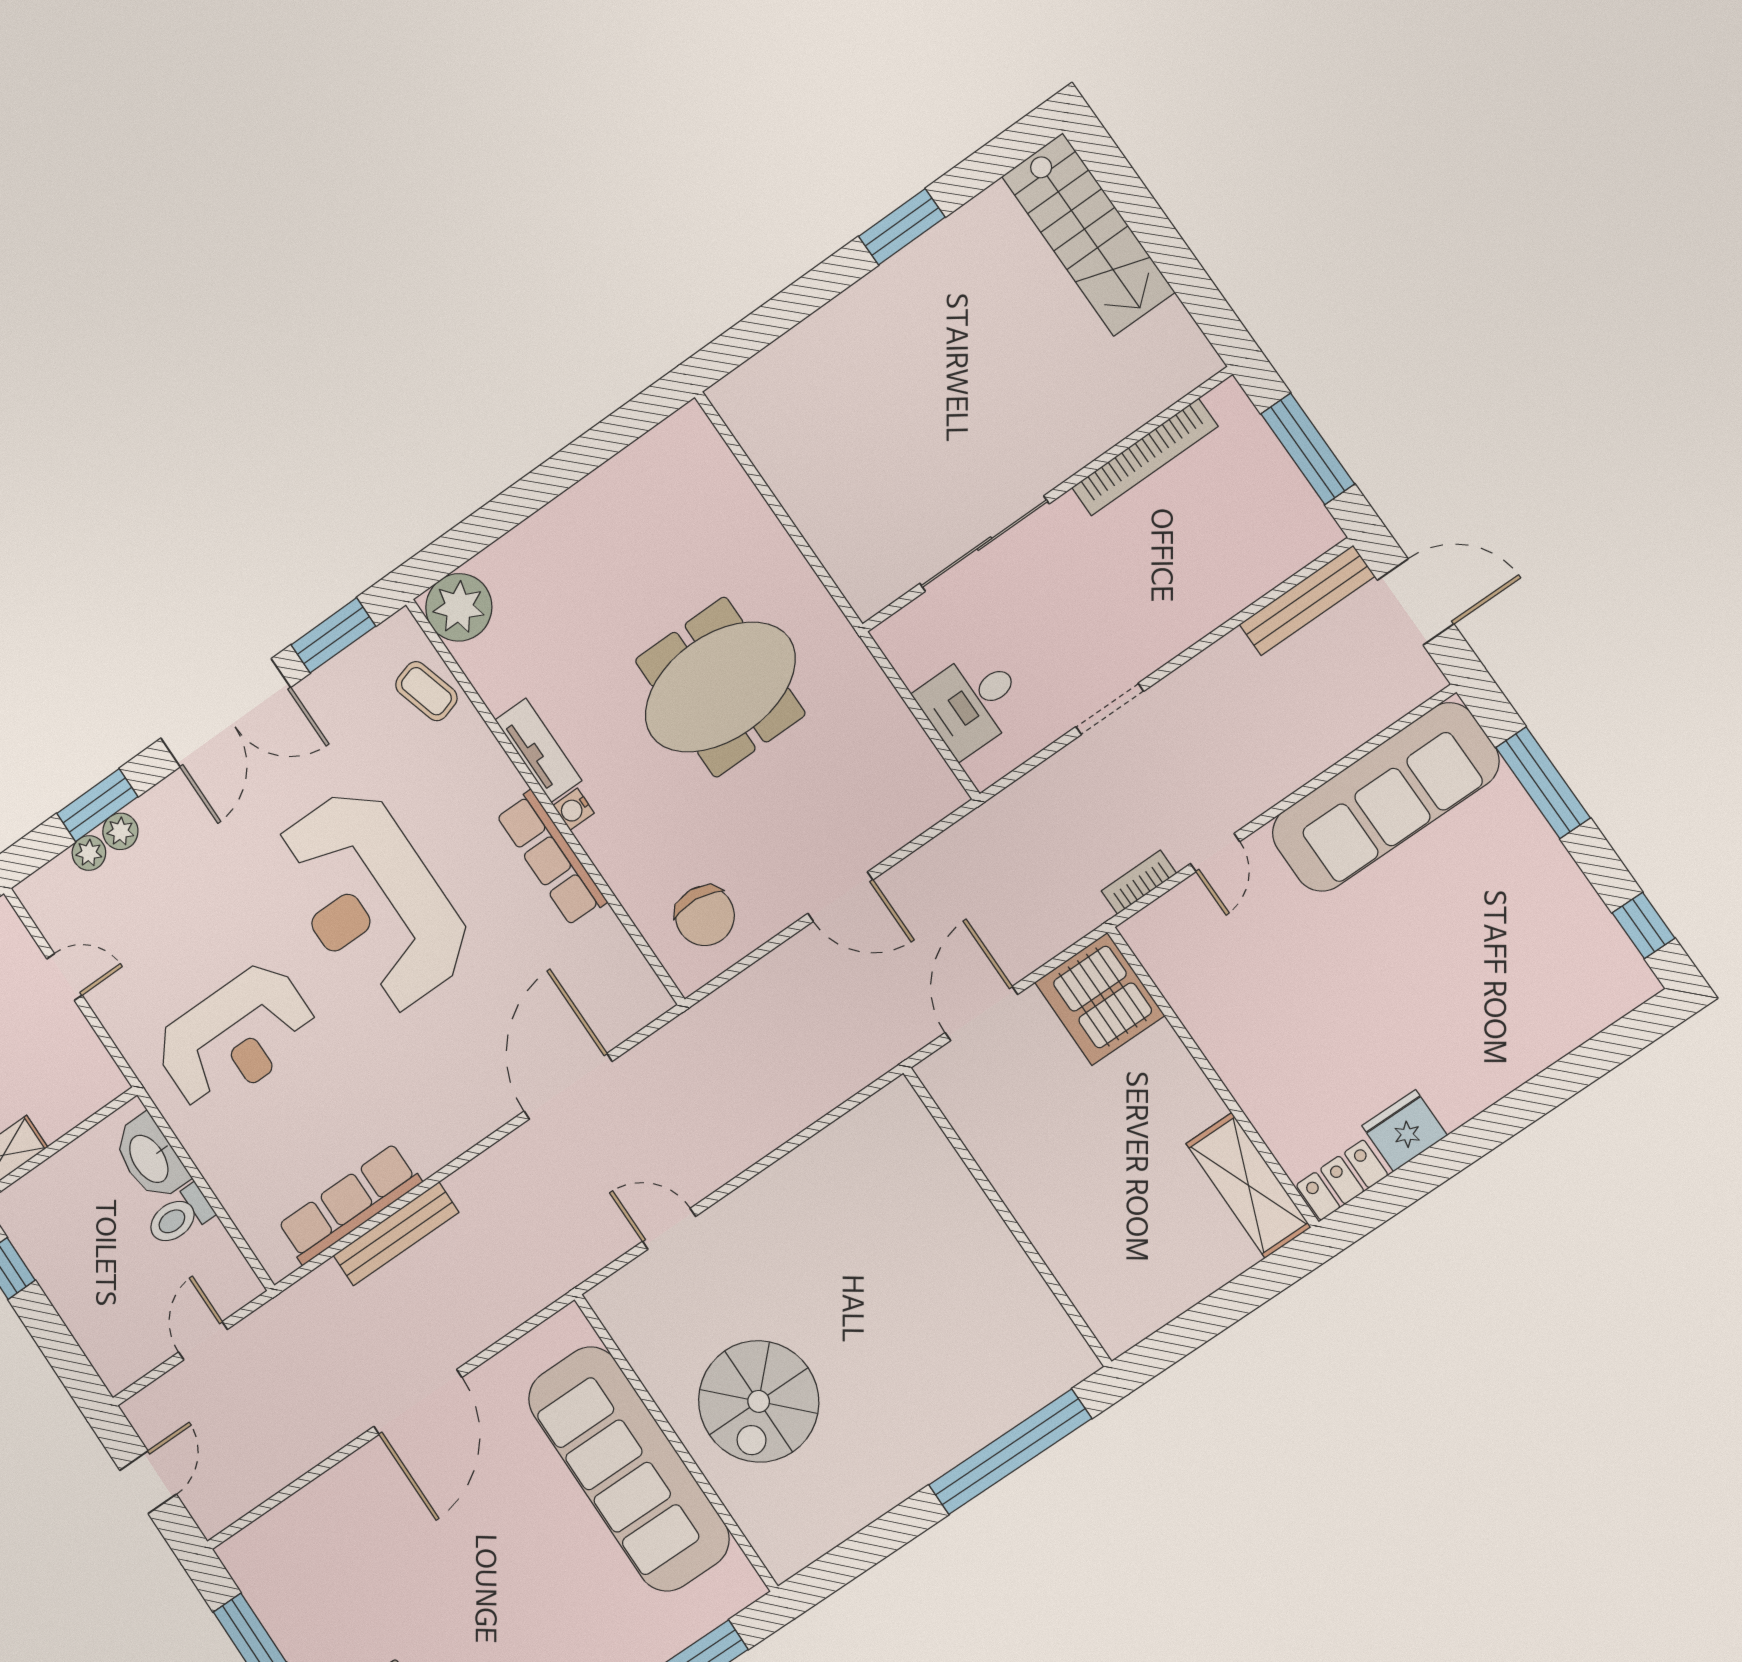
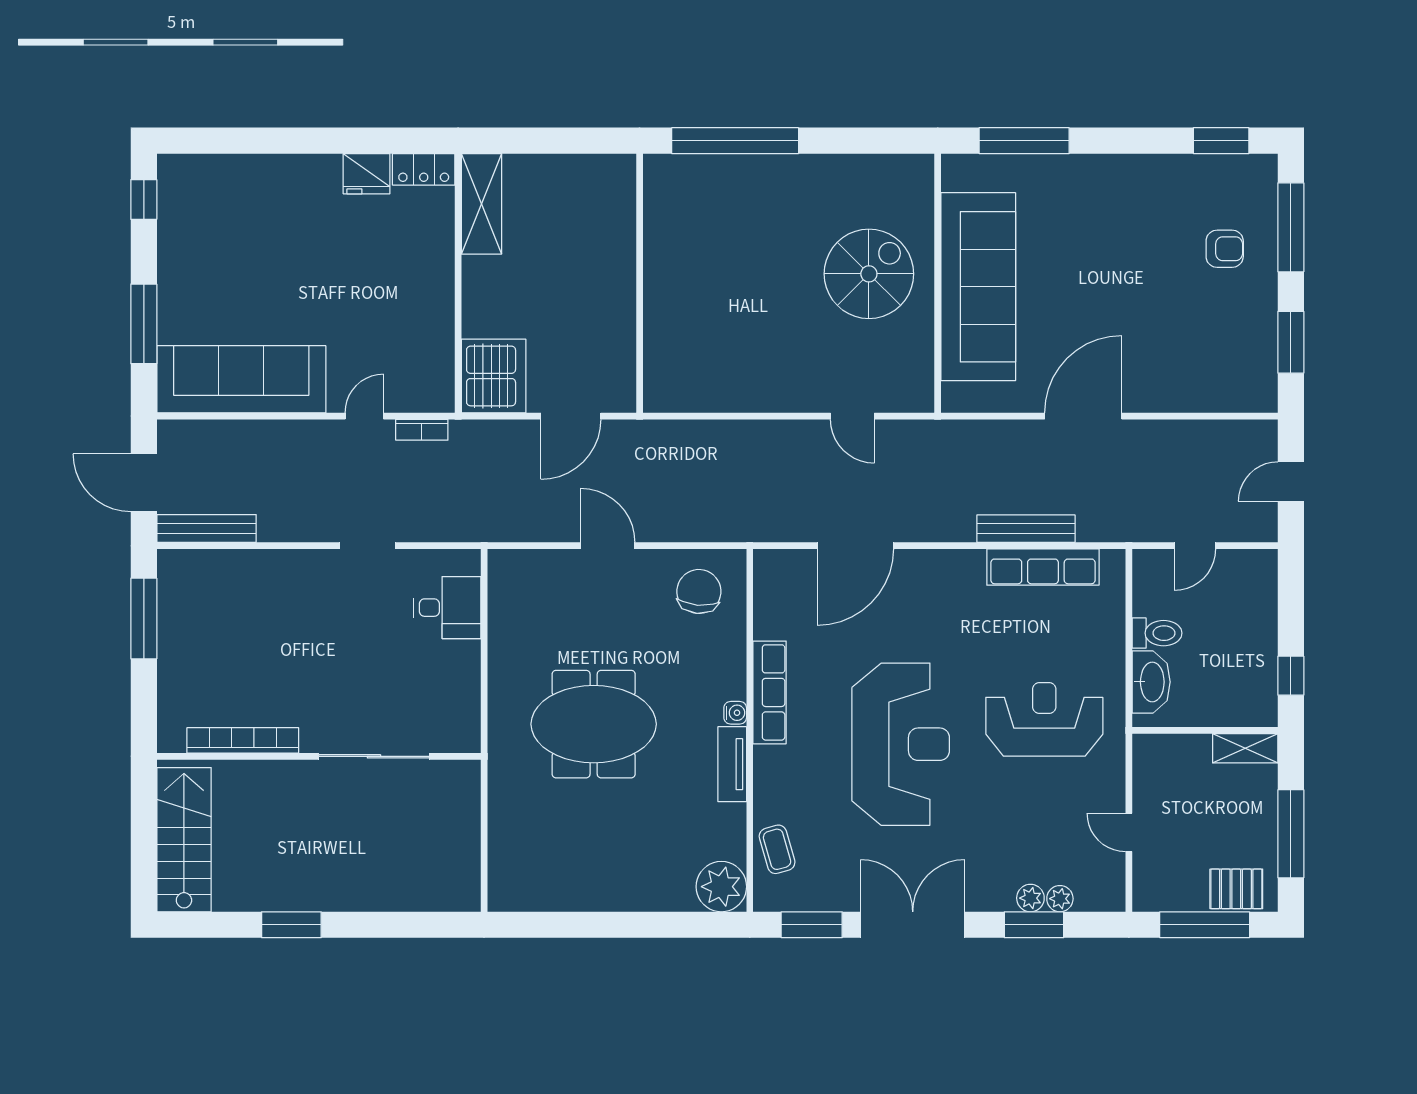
bookcase: (1145, 457) -> (243, 740), moved
wall: (1046, 500) -> (319, 756), moved
sliding door: (984, 544) -> (374, 756), moved

